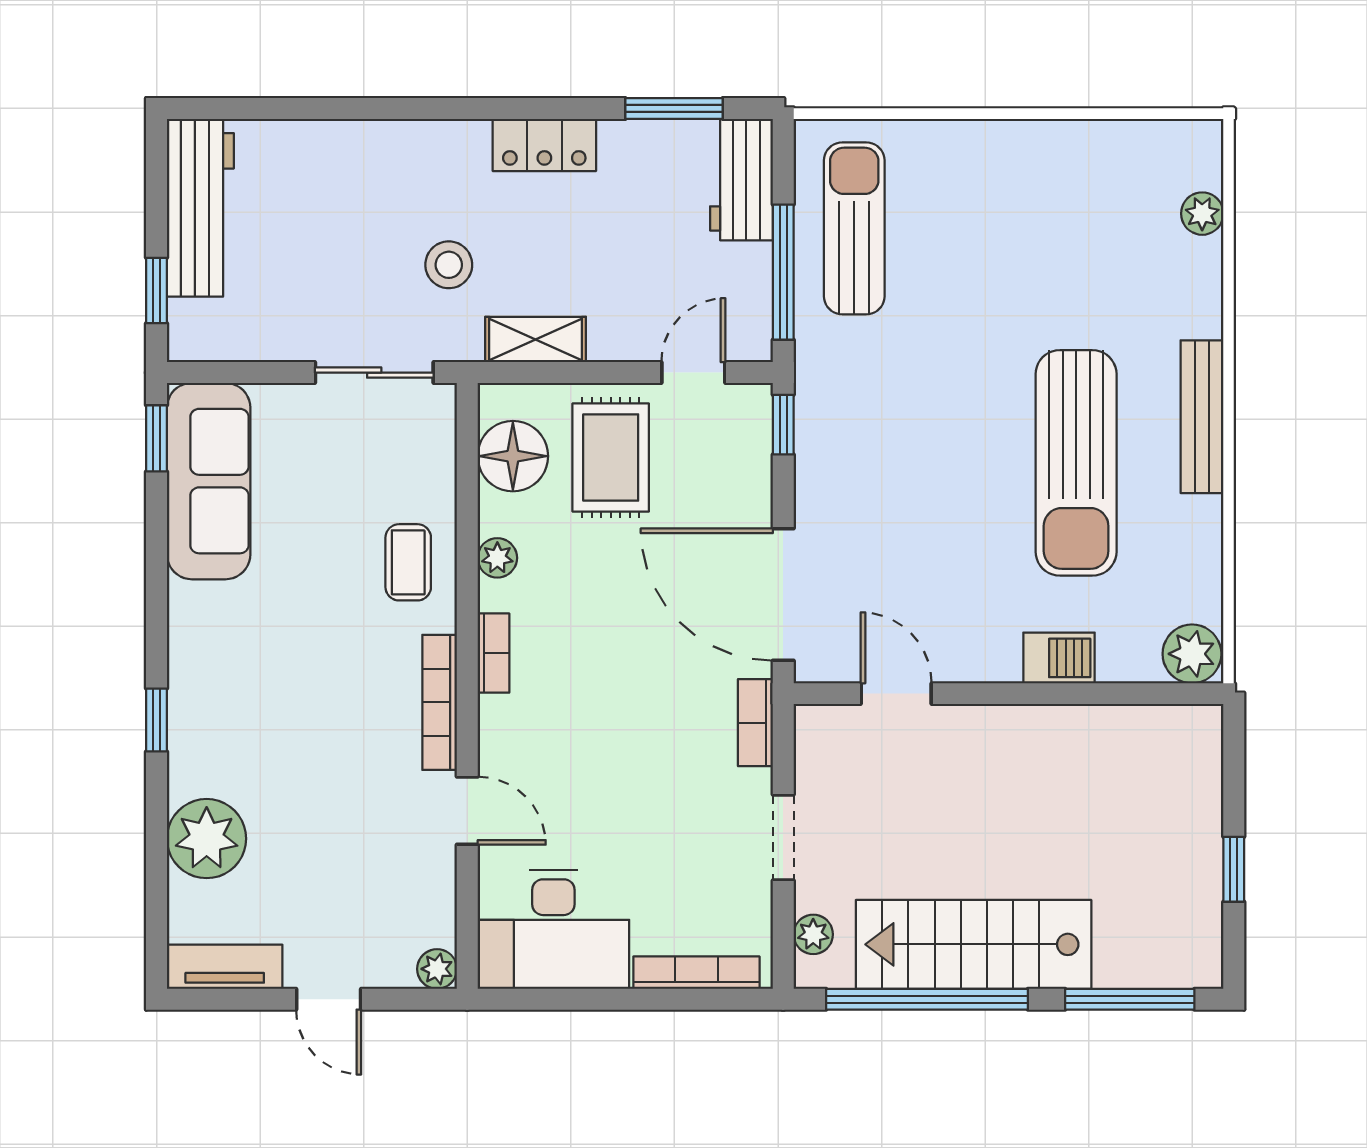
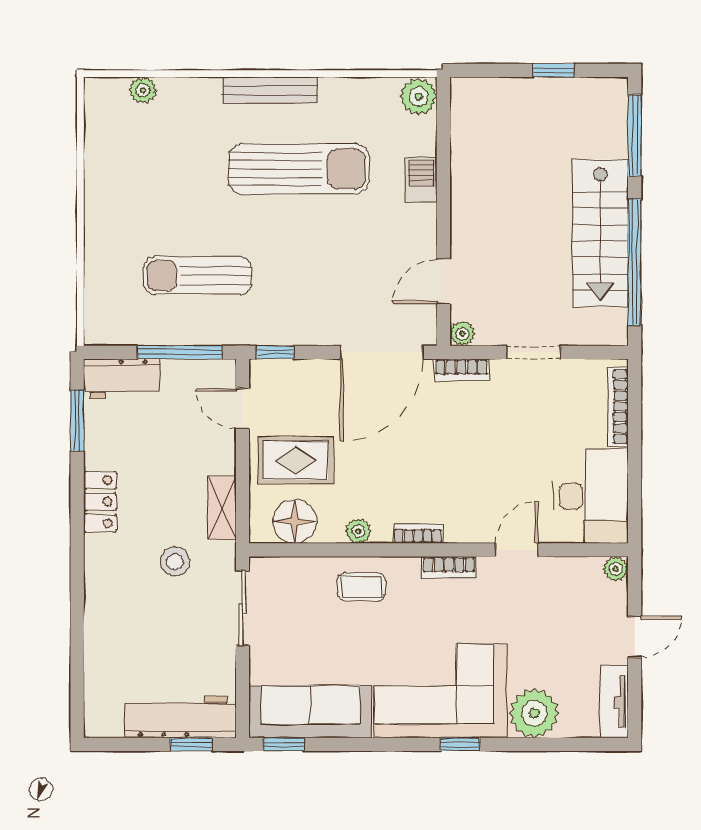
workbench: (200, 208) -> (180, 717), moved
sun lounger: (854, 228) -> (198, 276), moved
corner sofa: (242, 689) -> (441, 691), added
bookcase: (440, 702) -> (449, 567), width x0.64
plant: (813, 934) -> (462, 333), moved

